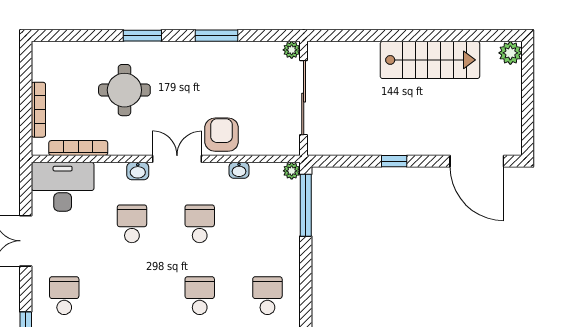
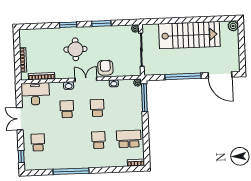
stairs: (430, 60) -> (189, 35), width x1.36, depth x1.51
round table: (124, 90) -> (75, 49), moved
window: (394, 161) -> (183, 76), width x3.17
school desk: (267, 296) -> (129, 139), width x1.85

